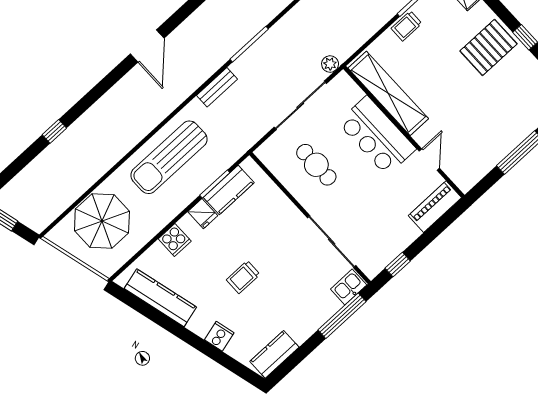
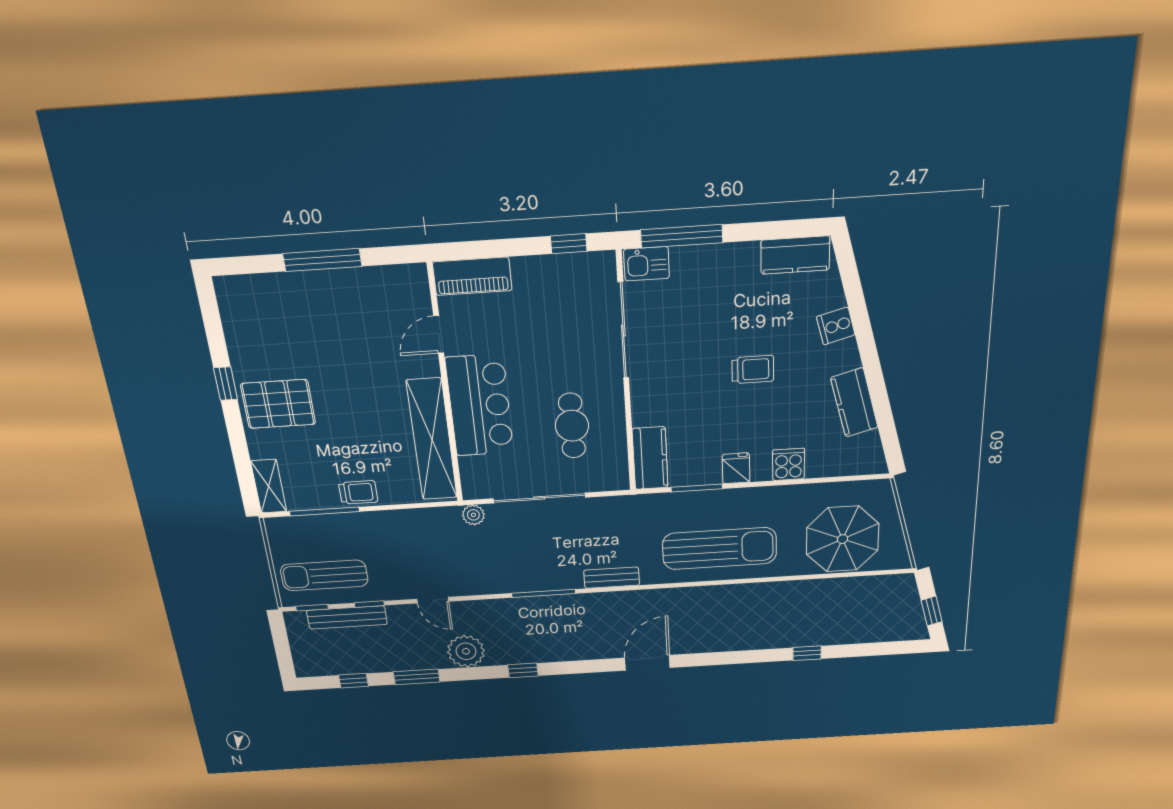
kitchen counter: (229, 190) -> (650, 458), moved, turned 90
kitchen counter: (160, 298) -> (854, 403), width x0.67

